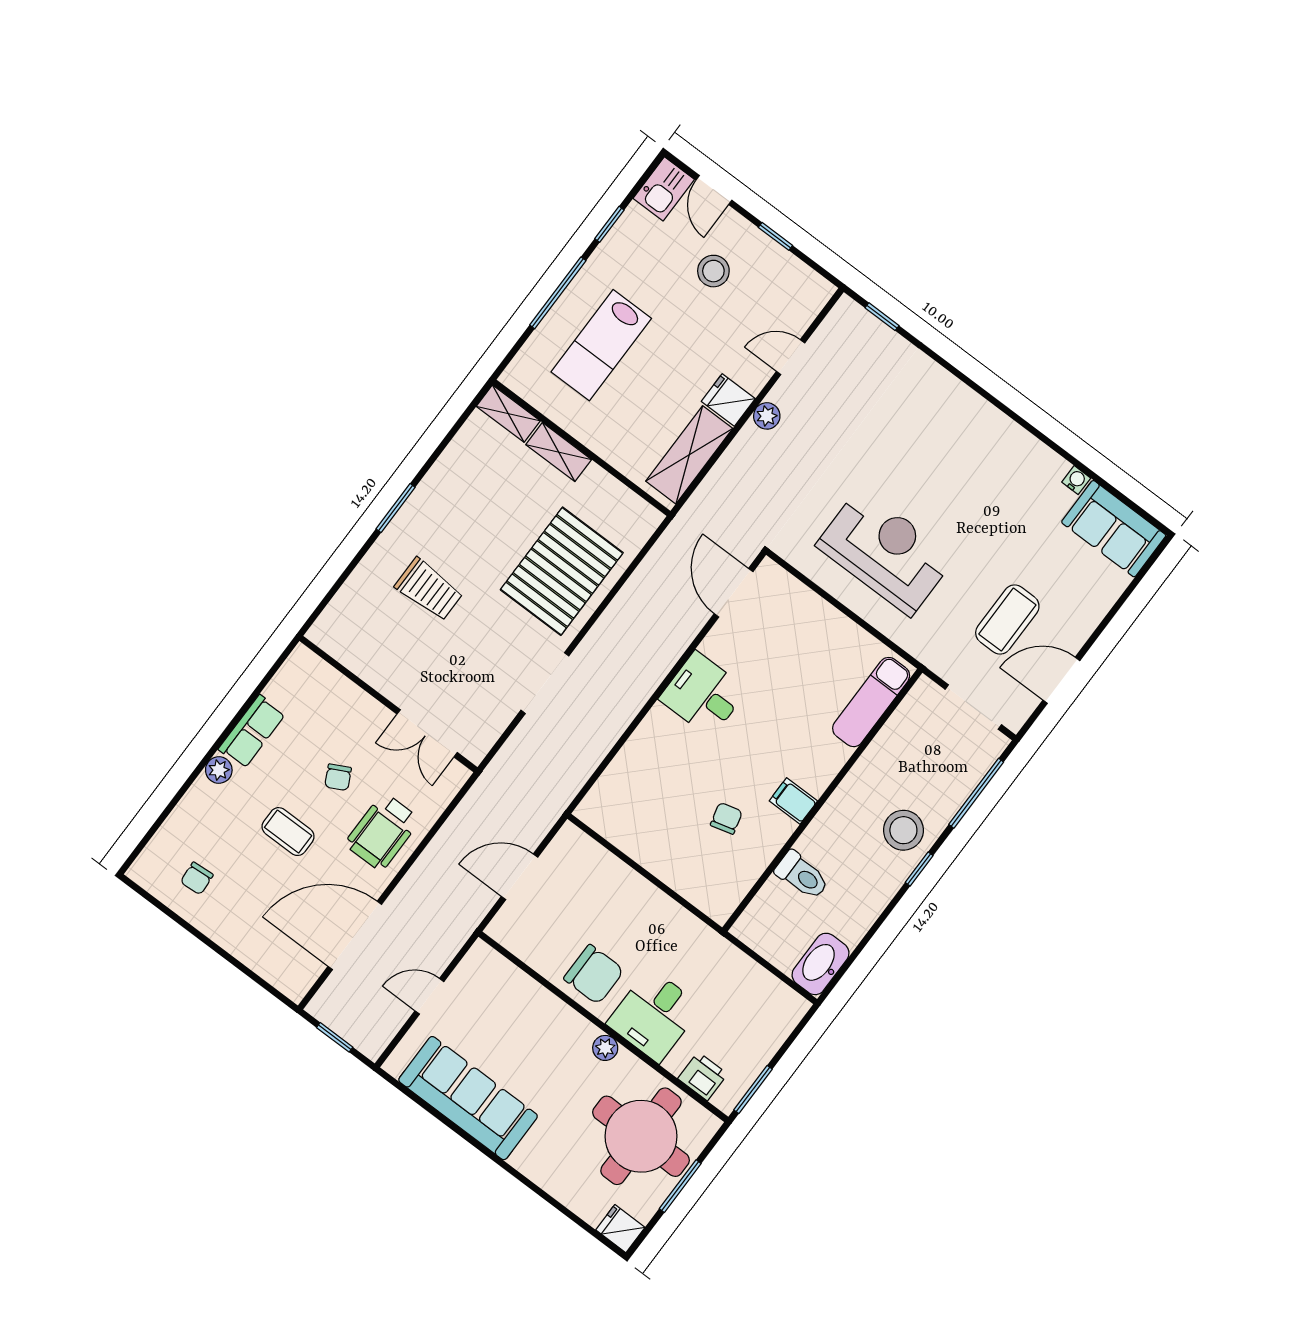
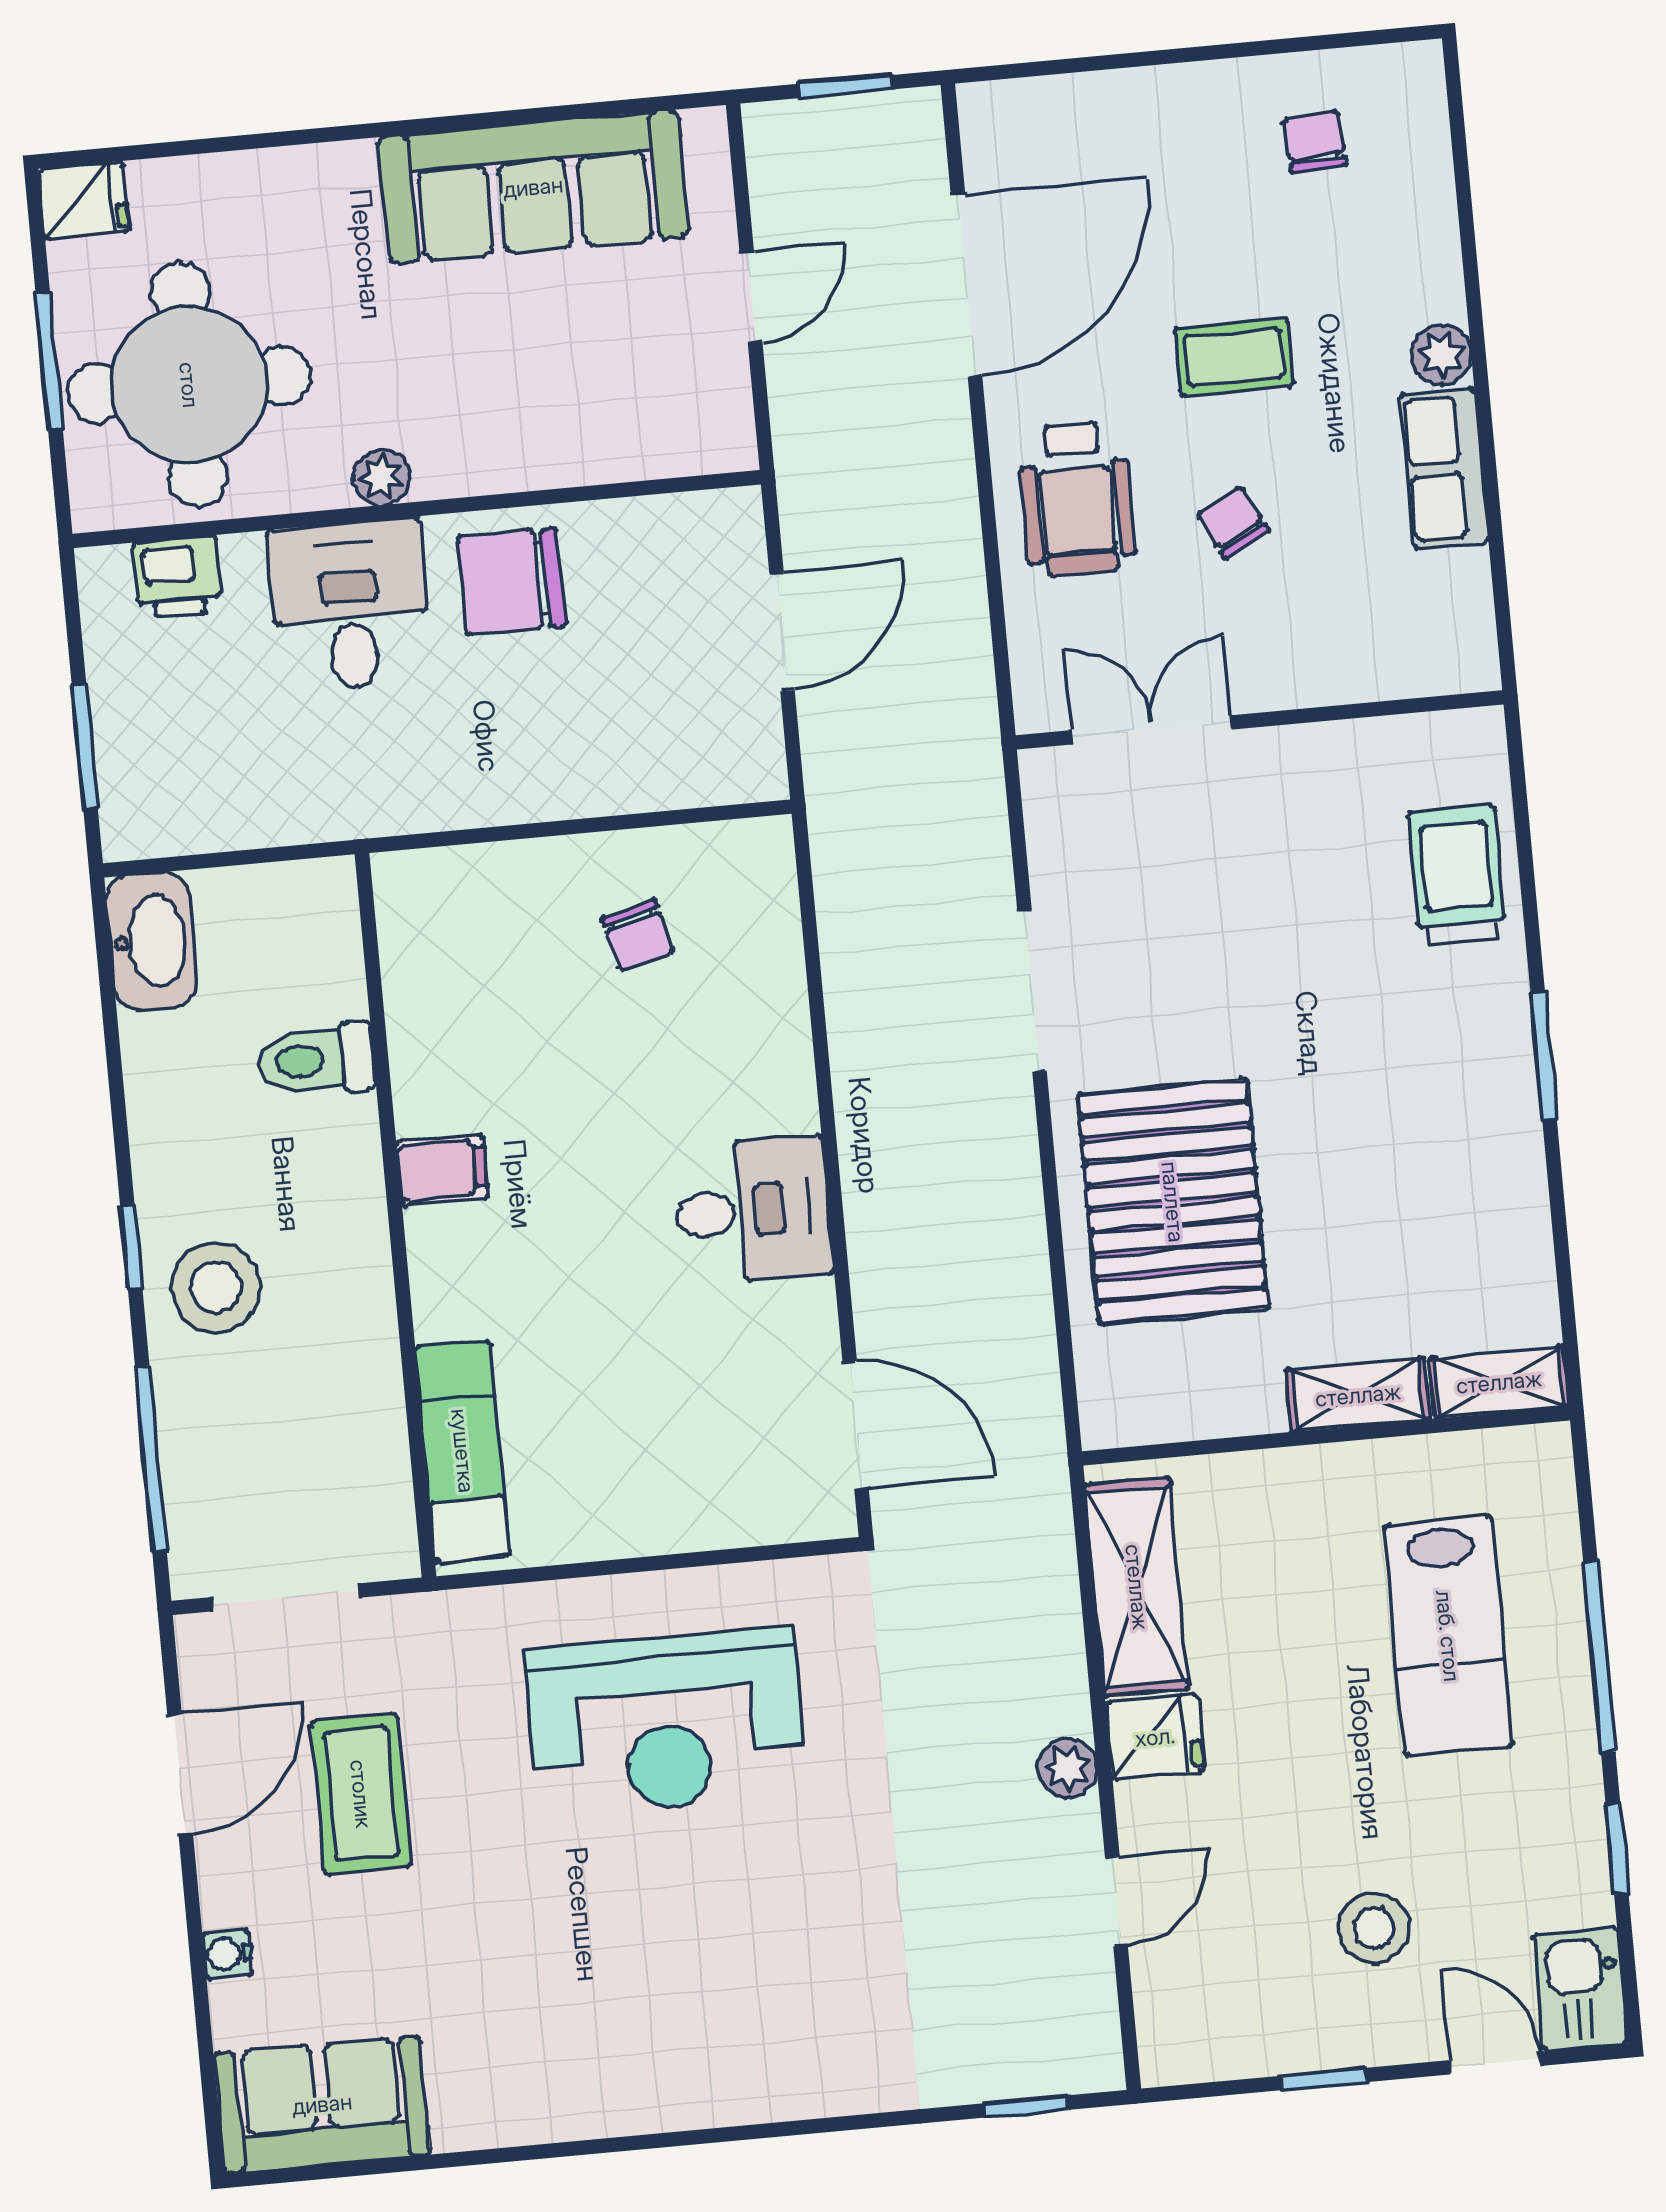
lab bench: (601, 345) -> (1448, 1636), turned 180
water cooler: (1076, 480) -> (227, 1954), moved, turned 90
trolley: (429, 589) -> (1457, 876), moved, turned 90
chair: (726, 818) -> (638, 935), moved
wheelchair: (382, 832) -> (1077, 499), turned 180
window: (753, 1089) -> (85, 747), moved

